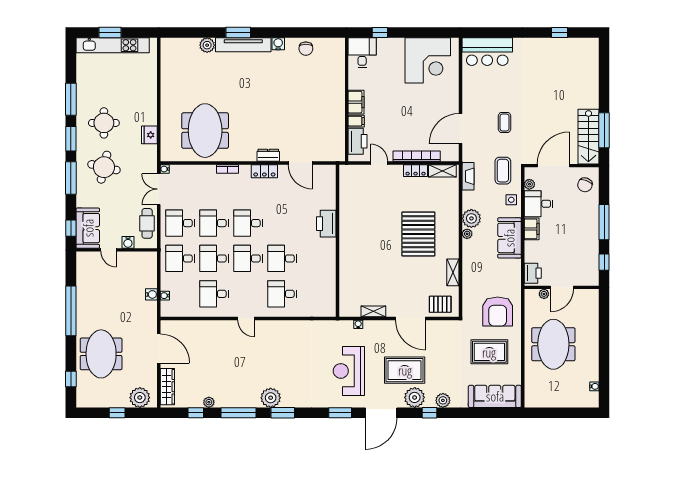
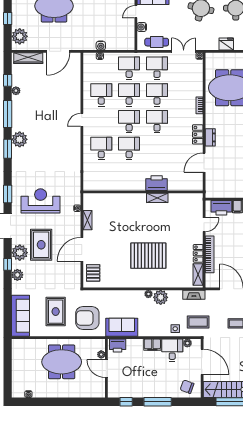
sofa: (509, 238) -> (122, 327), moved
shelving: (453, 272) -> (157, 198), moved

